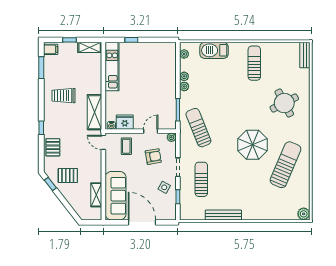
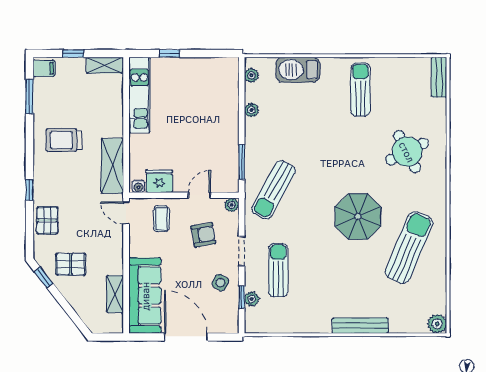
plant: (184, 86) -> (252, 299), moved
sun lounger: (198, 128) -> (274, 190), turned -129
bench: (223, 215) -> (360, 326), moved

